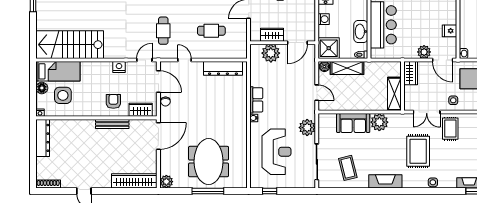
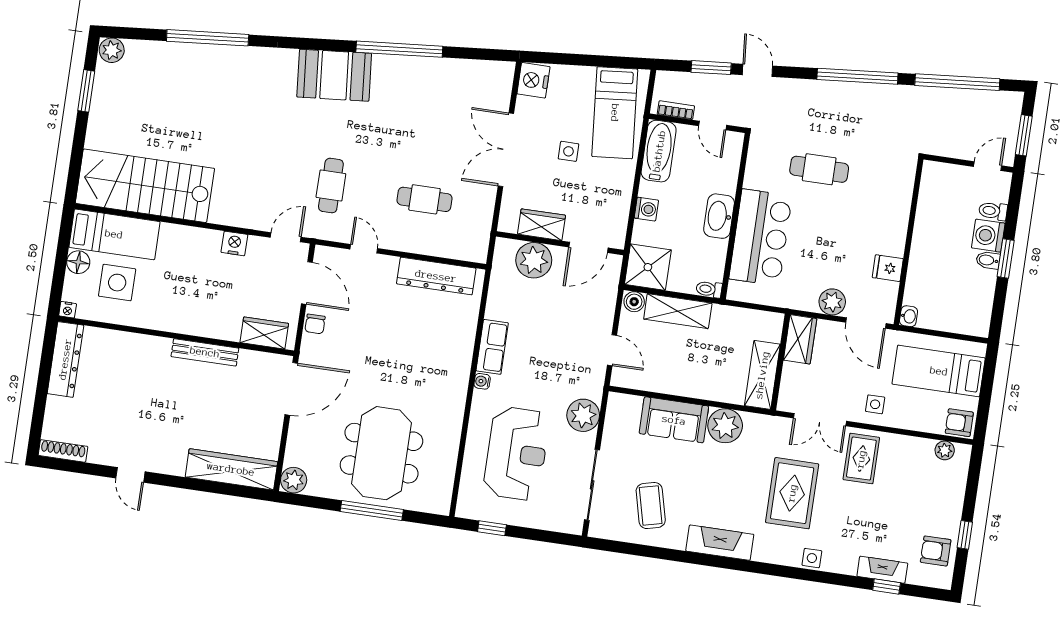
washbasin: (361, 31) -> (719, 216), moved
armchair: (113, 101) -> (214, 309), removed

